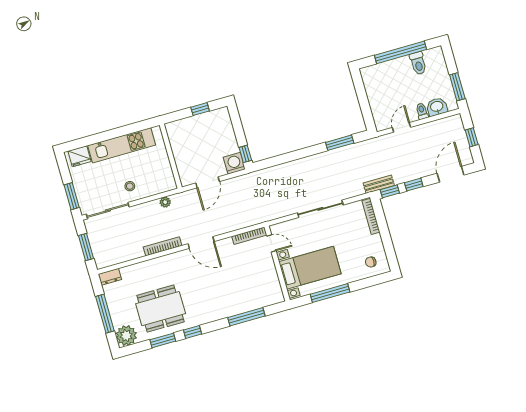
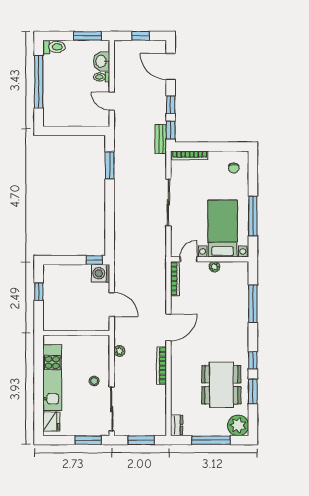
toilet: (418, 63) -> (54, 47), moved
plant: (271, 270) -> (214, 267), added

